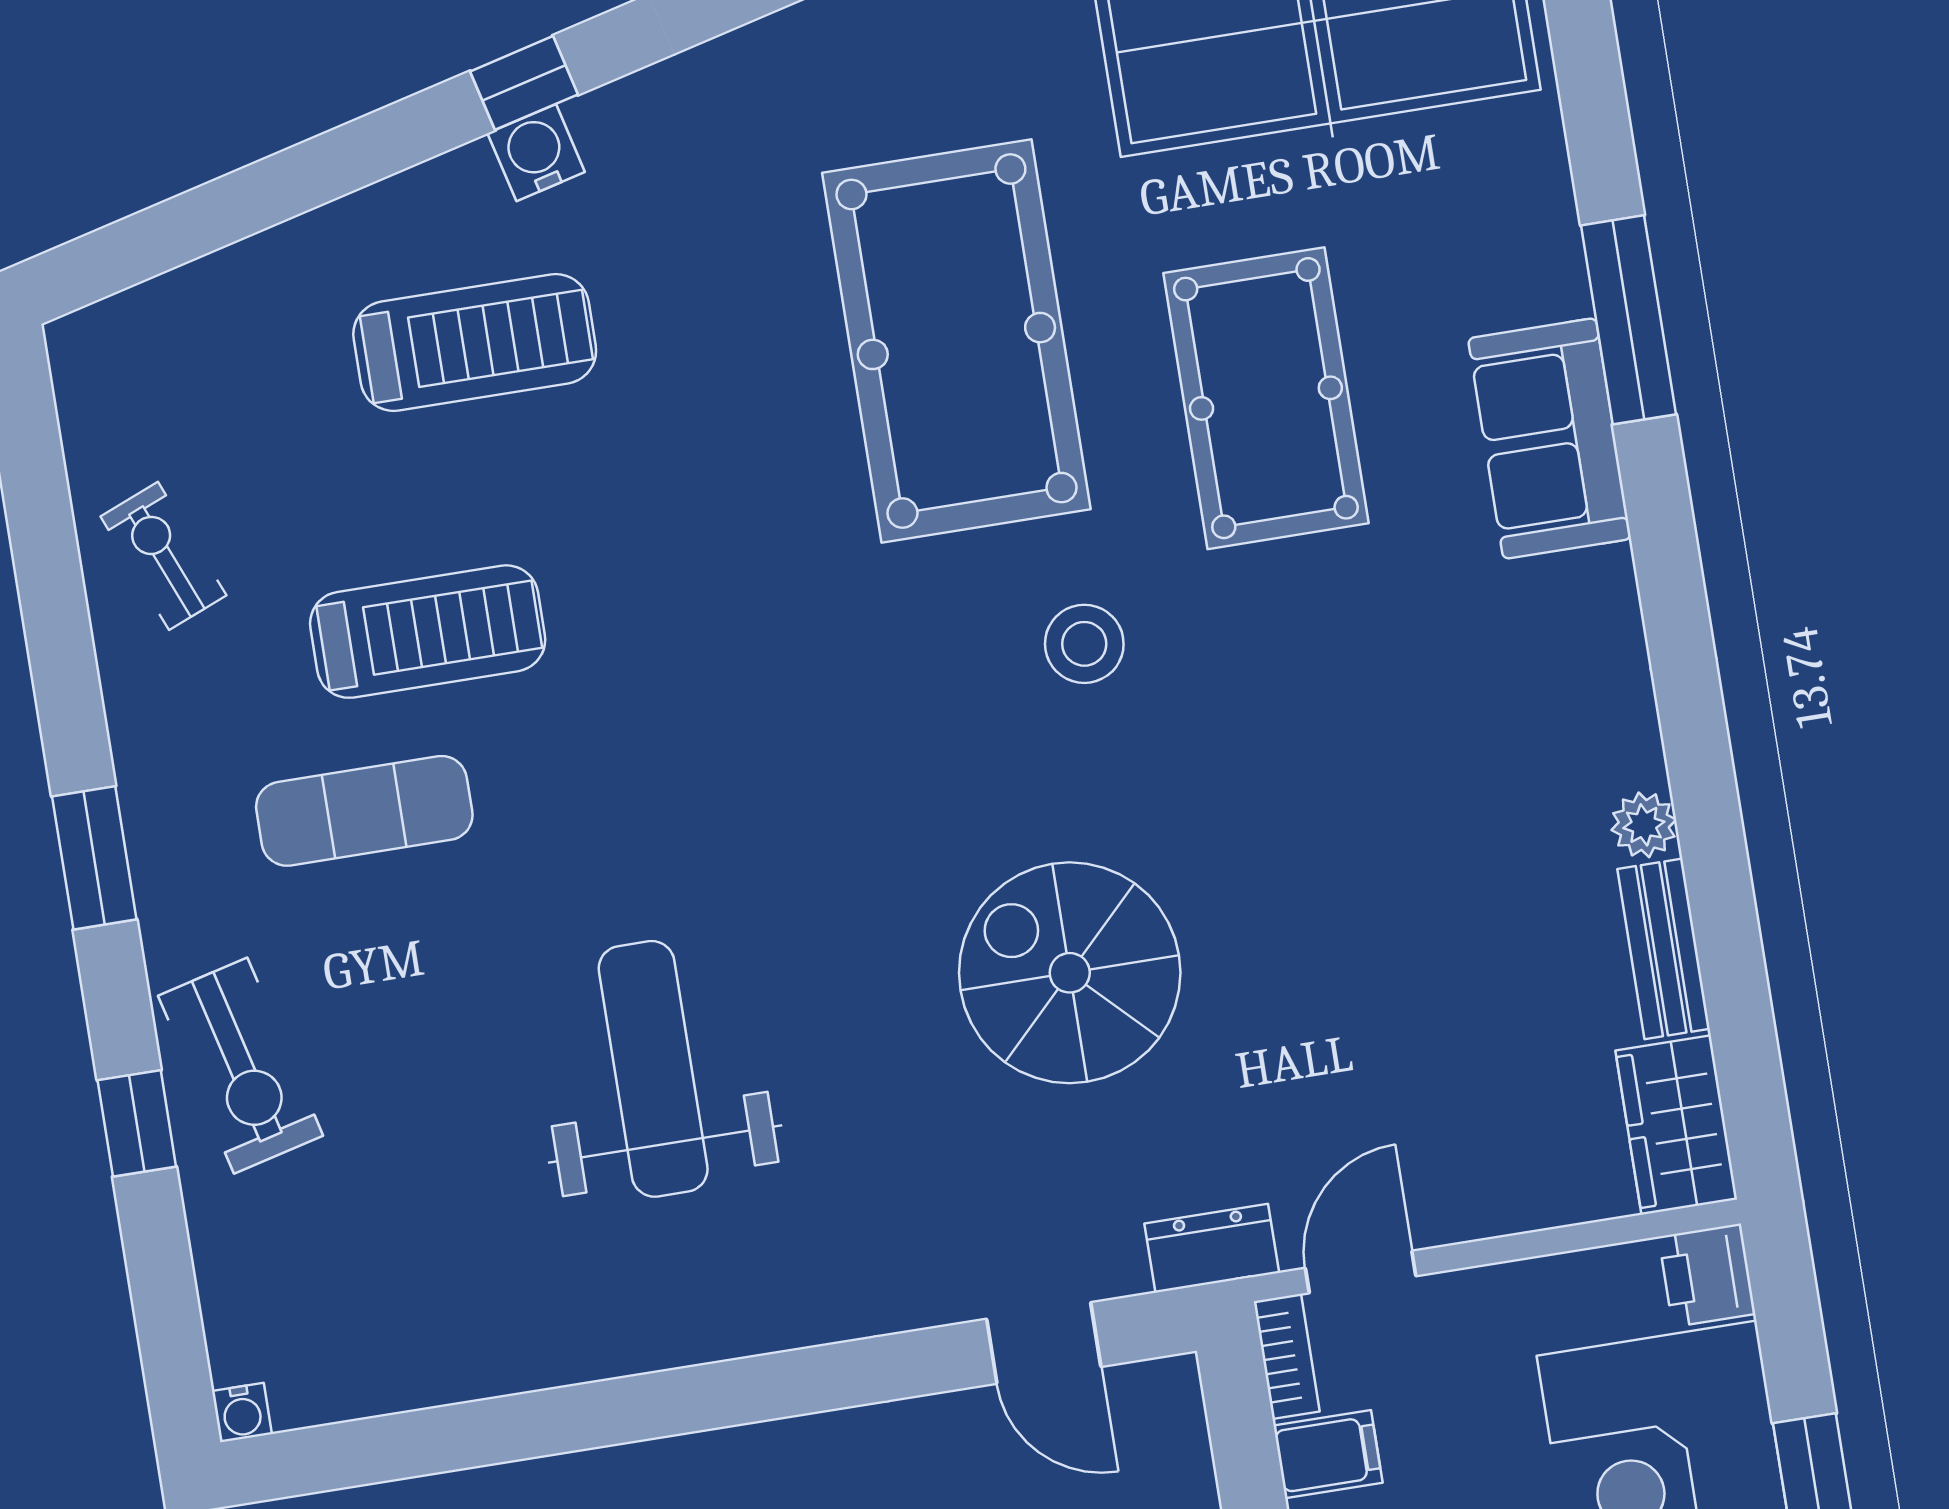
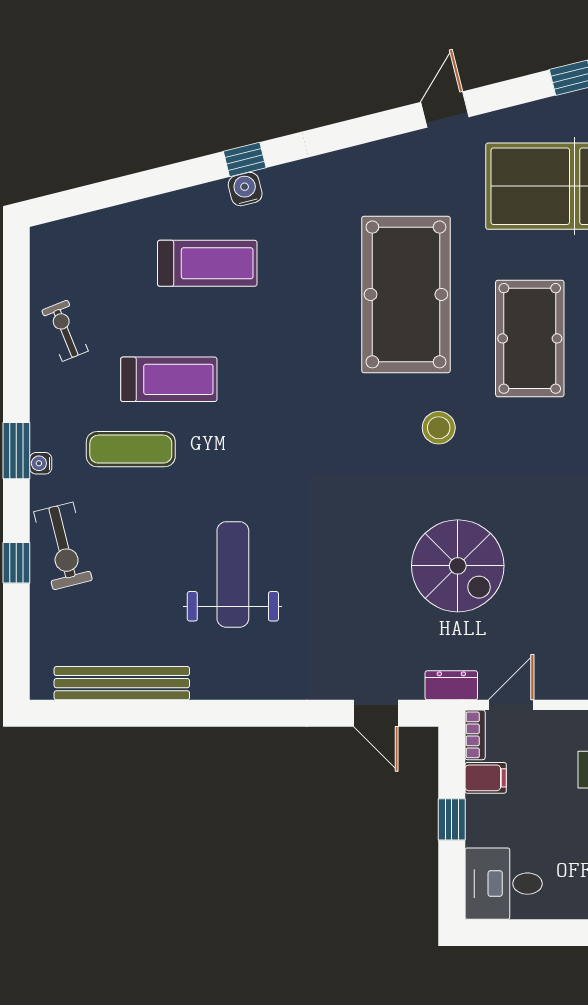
spiral stairs: (1070, 973) -> (458, 566), moved, turned 180
bench: (432, 1368) -> (122, 683), added
water cooler: (242, 1413) -> (41, 463), moved, turned 90

